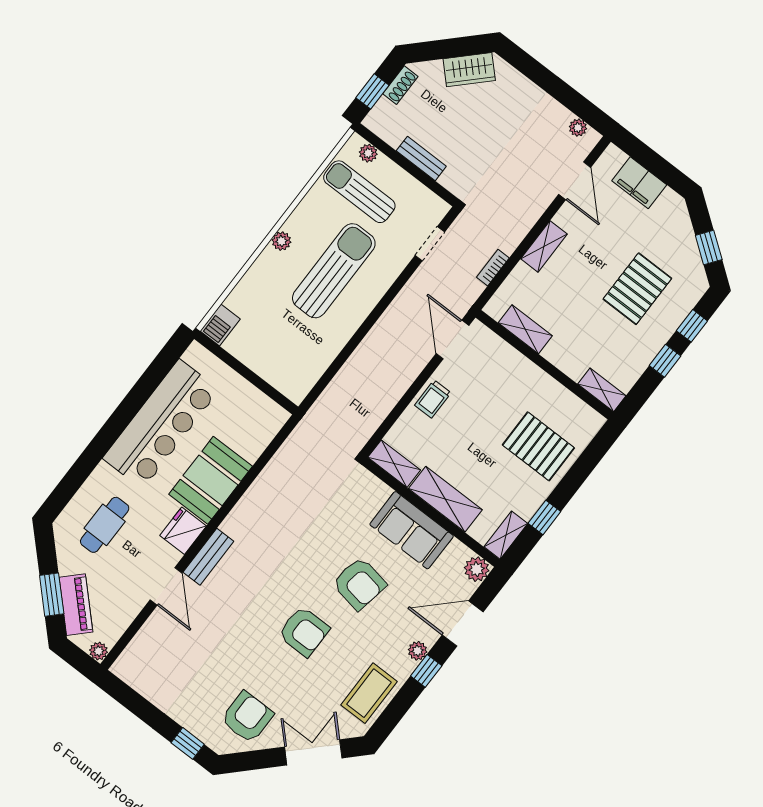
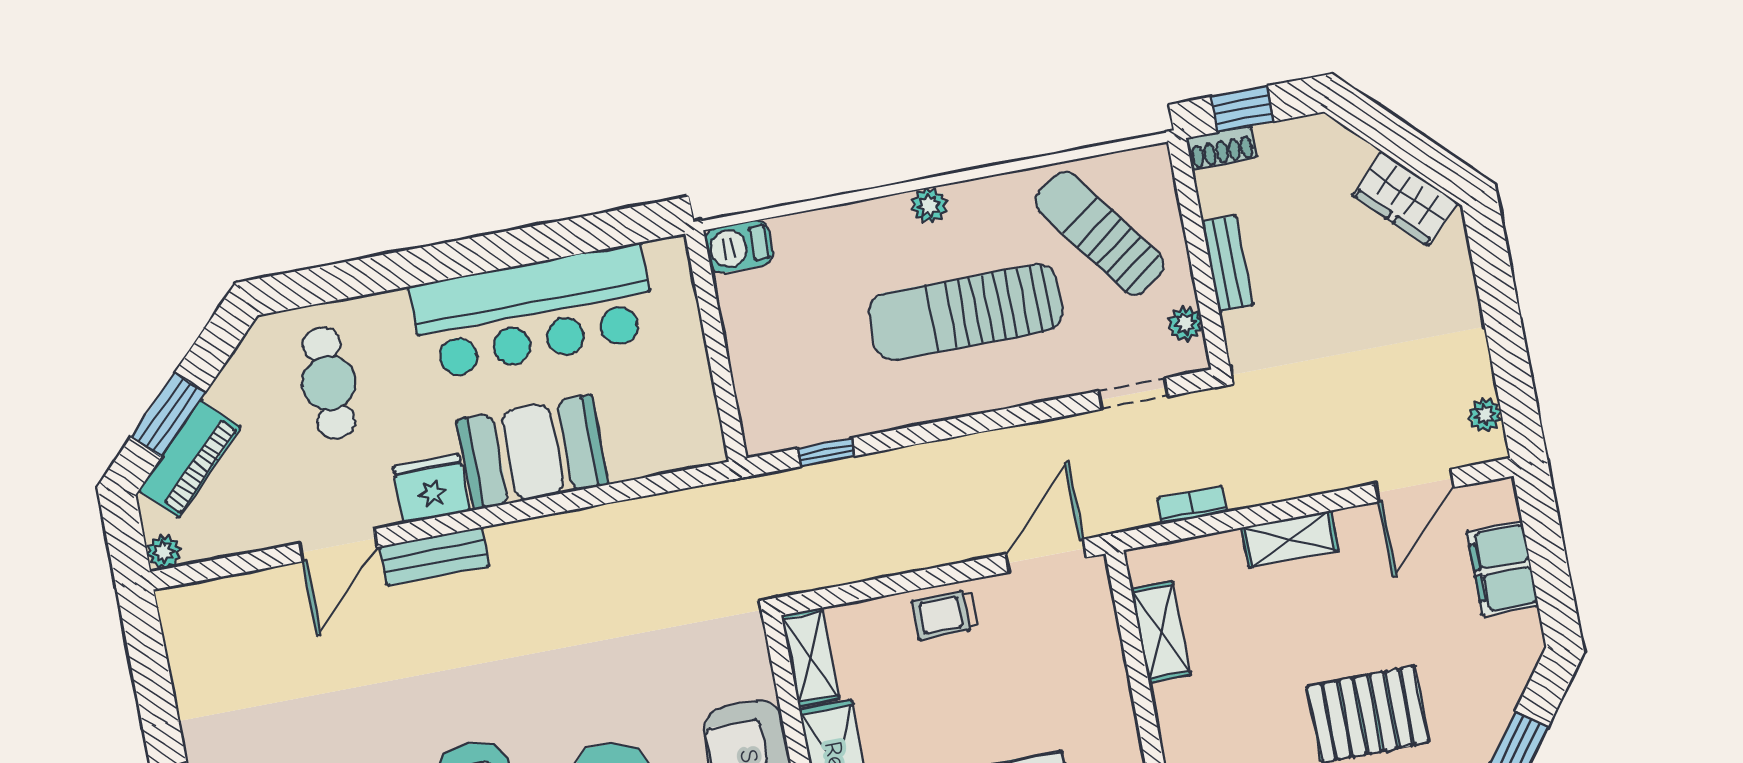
shoe rack: (400, 85) -> (1221, 148), moved
plant: (368, 153) -> (1185, 324), moved
sun lounger: (359, 192) -> (1100, 233), turned -36
sun lounger: (334, 271) -> (966, 312), turned 180
window: (328, 376) -> (826, 452), added
cafe table: (105, 525) -> (329, 383), turned 90

